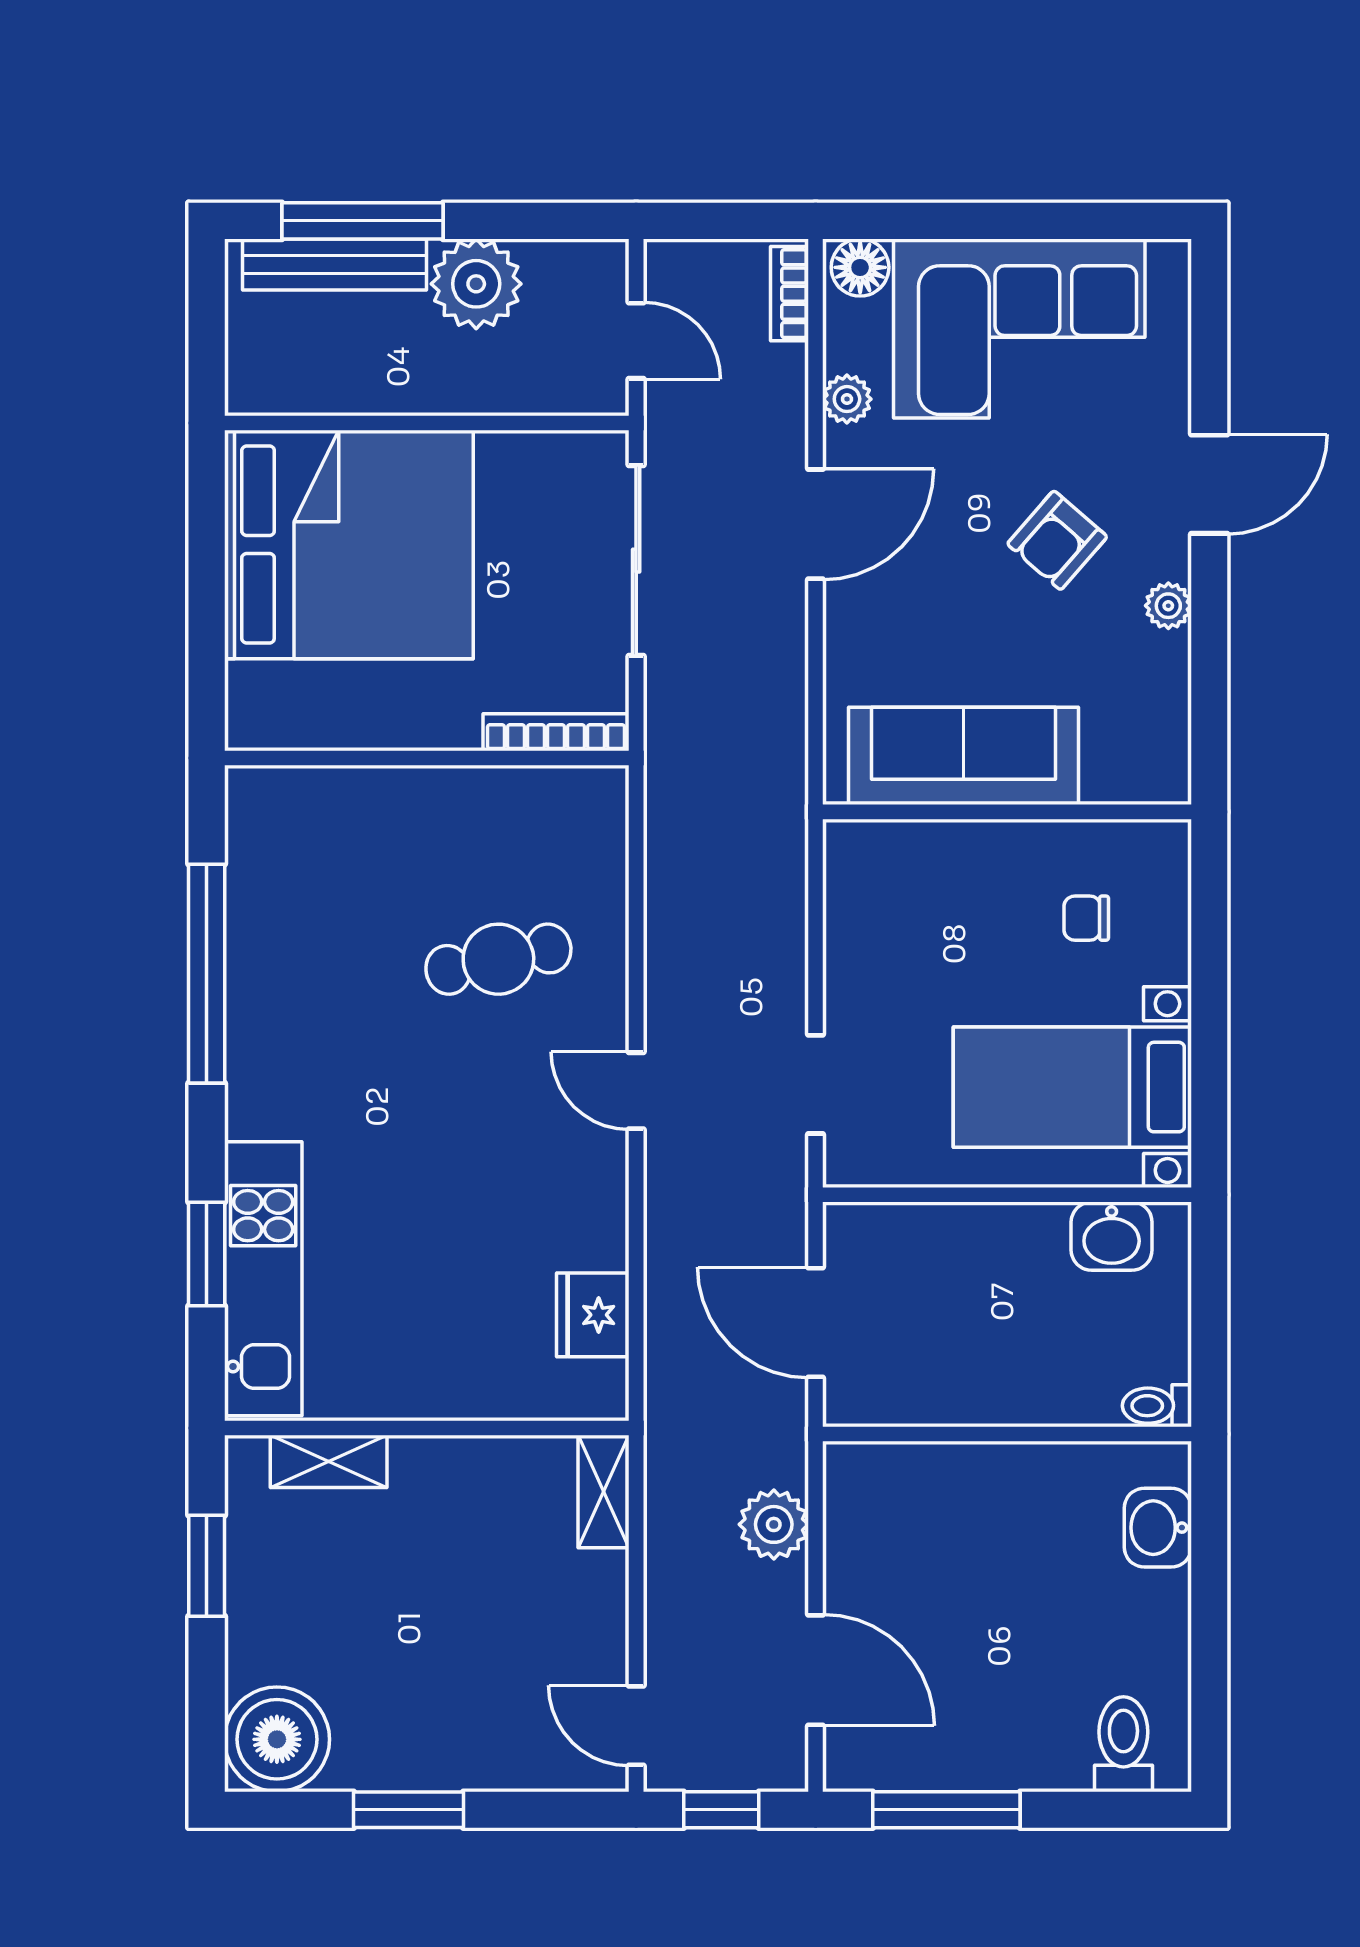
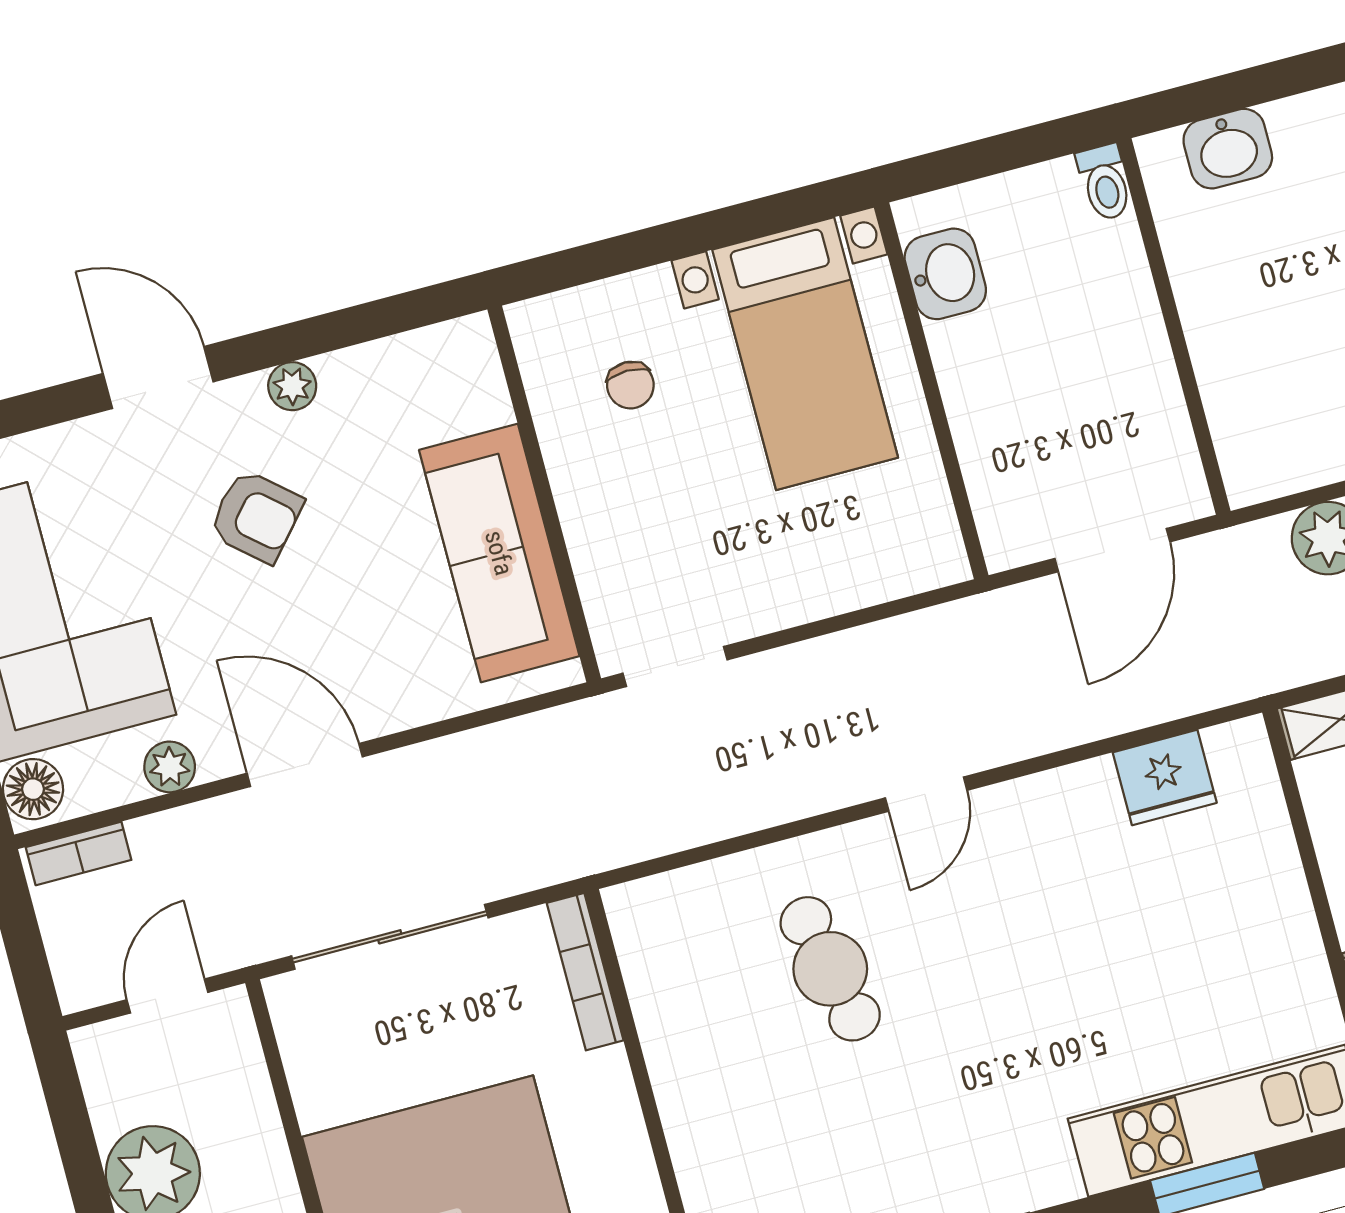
doorway: (816, 1084) -> (675, 666), moved

